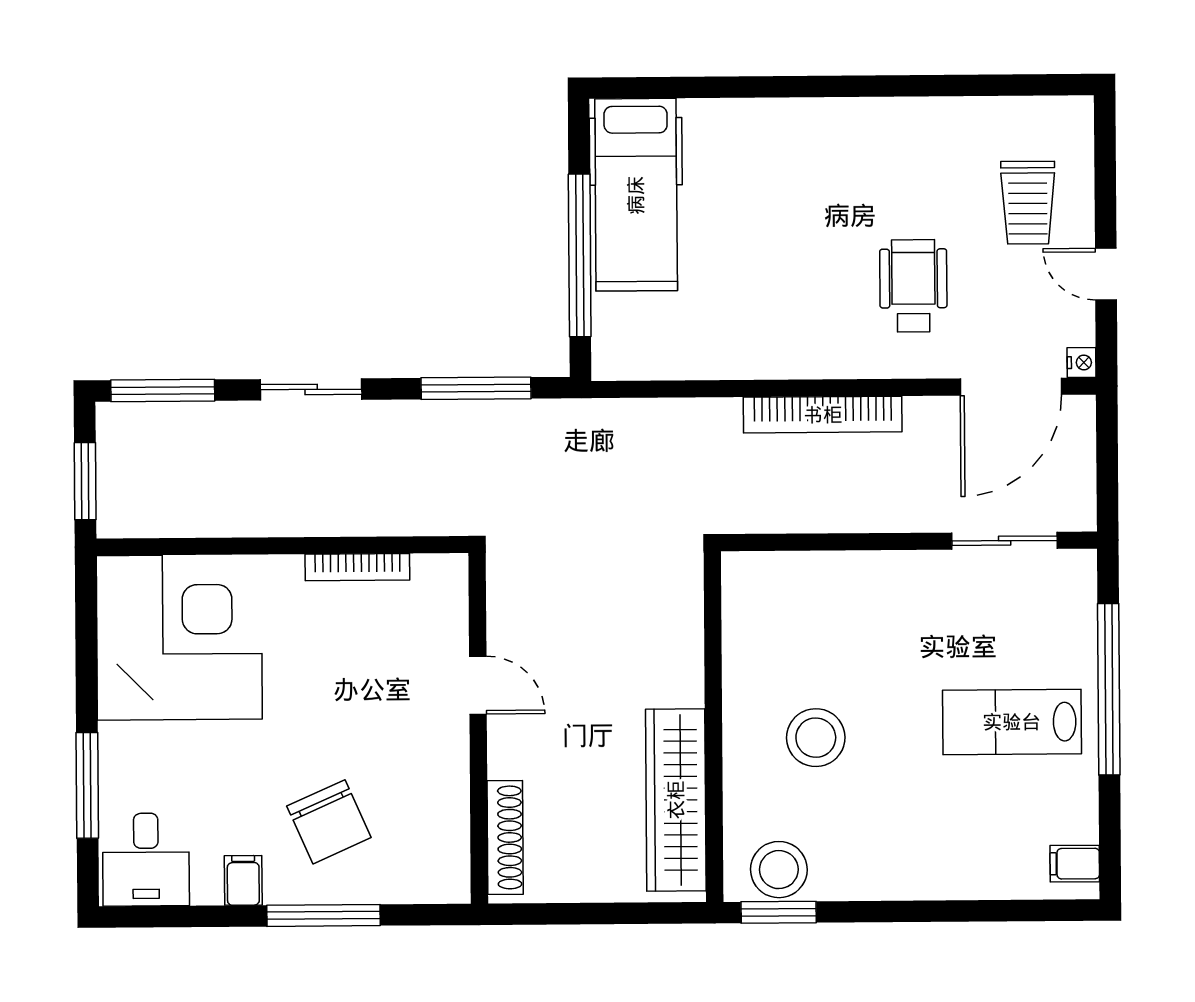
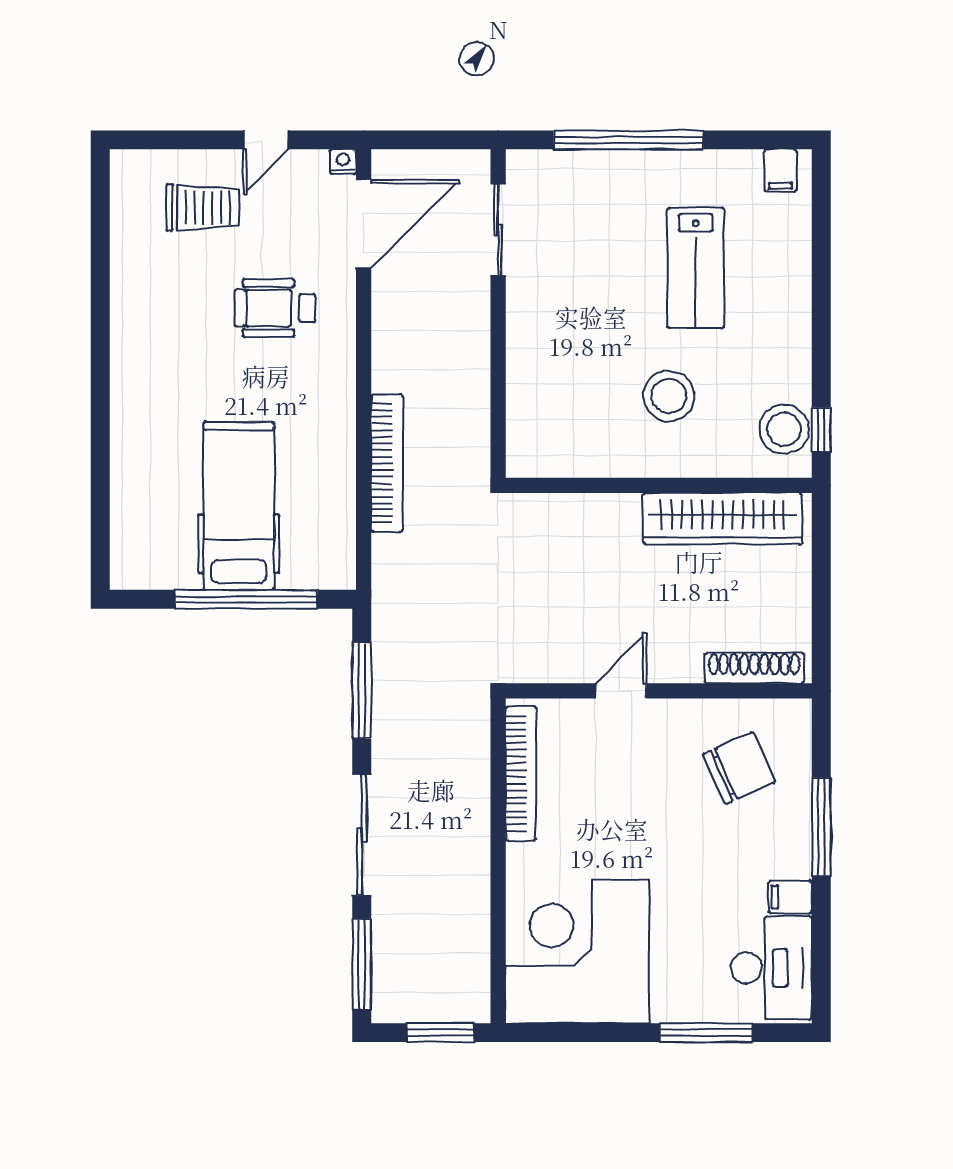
hospital bed: (636, 195) -> (239, 506), moved, turned -90
door: (1011, 387) -> (364, 224), hinge flipped
sliding door: (311, 389) -> (362, 835), width x1.37
bookcase: (823, 415) -> (387, 463), moved
bookcase: (357, 567) -> (521, 774), width x1.48, depth x1.31
lab bench: (1012, 722) -> (696, 268), moved
chair: (329, 822) -> (739, 768), moved
desk: (146, 860) -> (771, 968), width x1.37
window: (779, 912) -> (821, 430), width x0.67

